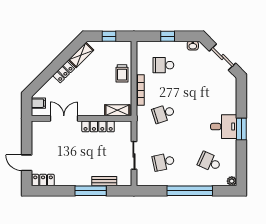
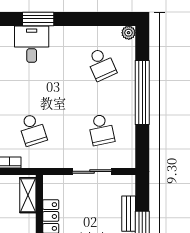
desk: (224, 127) -> (32, 44), moved
window: (241, 129) -> (38, 19), moved
school desk: (210, 162) -> (101, 64), turned -48

